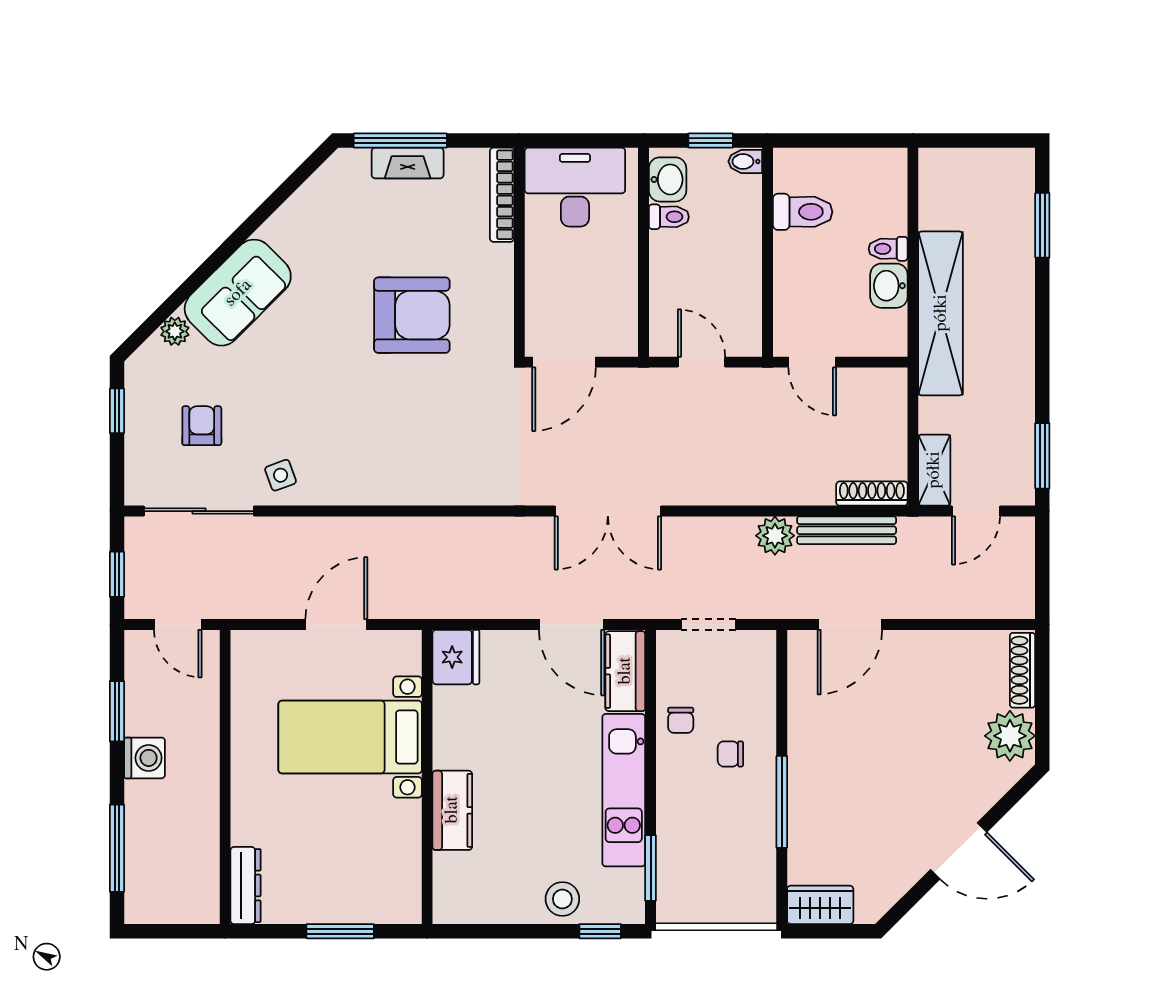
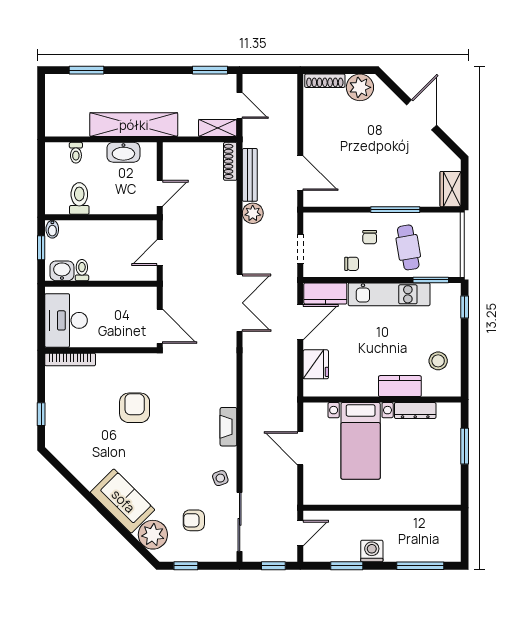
window: (400, 141) -> (41, 414), width x0.46
fireplace: (408, 163) -> (228, 427), moved, turned 180
toilet: (888, 249) -> (76, 153), moved
washbasin: (889, 286) -> (123, 152), width x1.38
armchair: (412, 315) -> (135, 408), width x0.73, depth x0.73
plant: (175, 331) -> (153, 535), width x1.88, depth x1.88
fridge: (456, 657) -> (316, 364), moved, turned 90
cafe table: (711, 826) -> (408, 247), added
dresser: (245, 886) -> (415, 411), moved, turned 180
stool: (562, 899) -> (438, 361), moved

